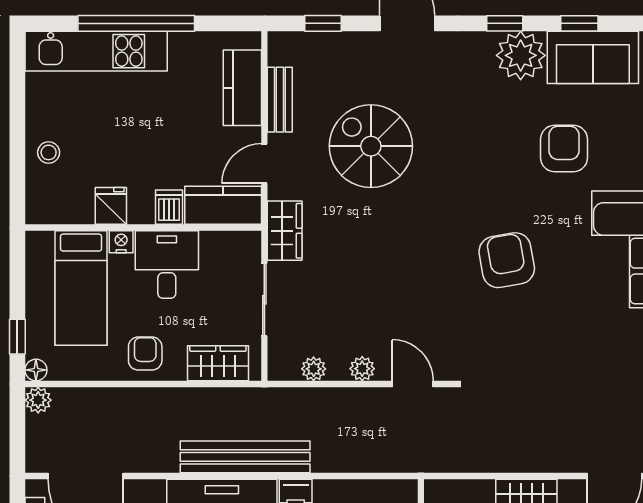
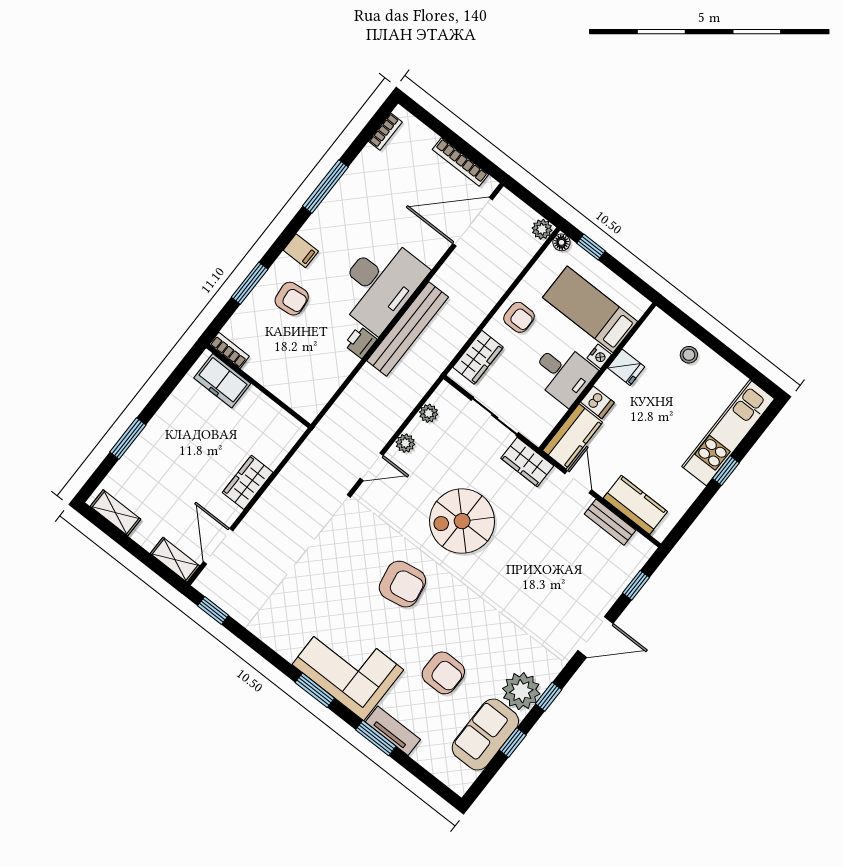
window: (136, 23) -> (726, 471), width x0.32
spiral stairs: (371, 146) -> (462, 521), moved, turned 180

